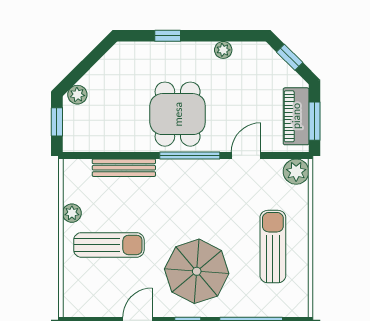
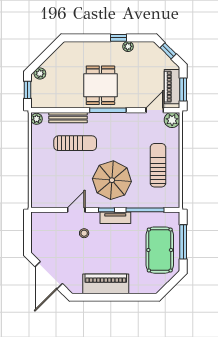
window: (168, 36) -> (119, 38), moved
door: (246, 155) -> (155, 110), moved
plant: (72, 213) -> (37, 119), moved
sun lounger: (109, 245) -> (75, 143), moved

